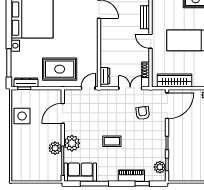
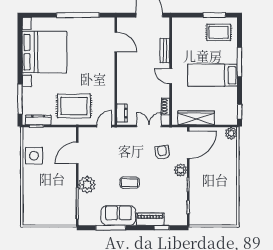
plant: (55, 148) -> (69, 190), removed
plant: (160, 167) -> (181, 170), moved
sofa: (80, 172) -> (118, 215), moved

